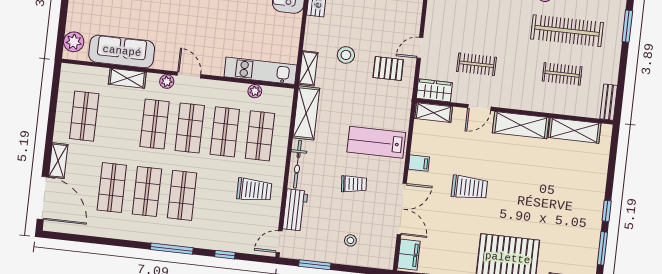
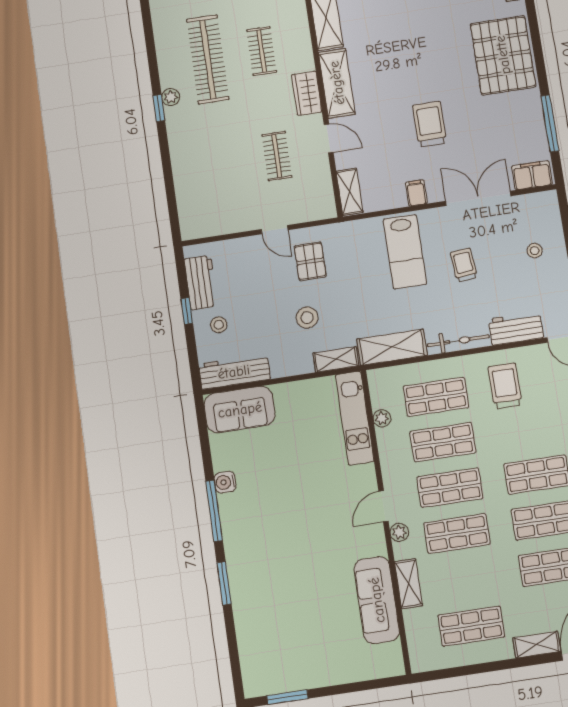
plant: (74, 42) -> (381, 665), removed
wardrobe: (434, 90) -> (307, 93), moved

